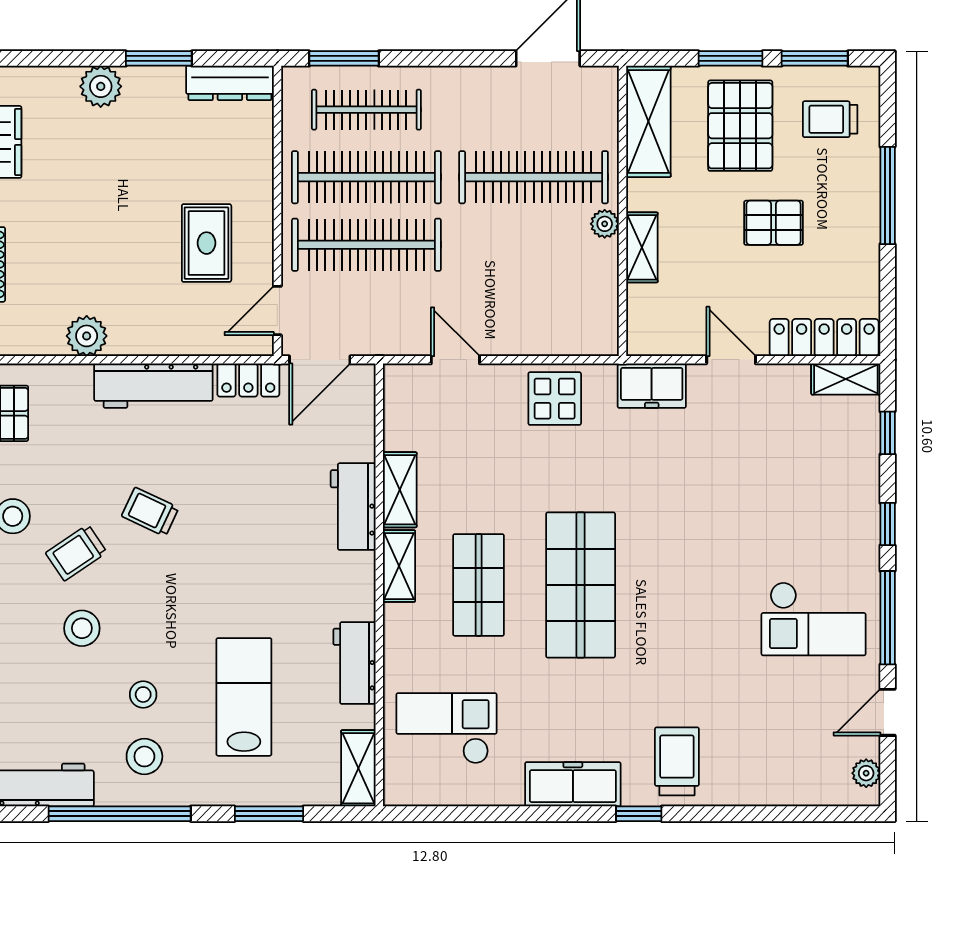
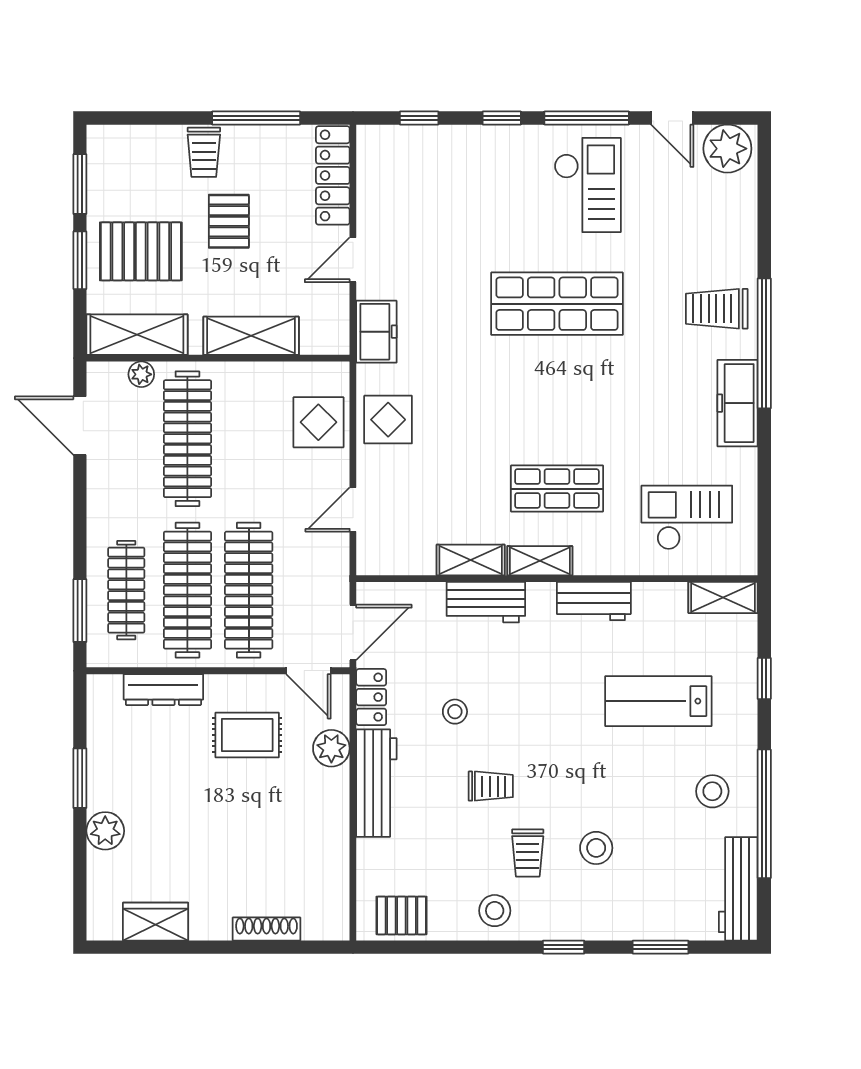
dresser: (230, 83) -> (163, 690), moved, turned 90
trolley: (830, 119) -> (204, 152), moved
window: (888, 195) -> (256, 118), moved
plant: (605, 224) -> (141, 374), moved
shelving: (642, 247) -> (251, 336), width x1.50, depth x1.33
display table: (552, 322) -> (318, 422), added
plant: (87, 336) -> (331, 748), moved
door: (320, 360) -> (353, 632), hinge flipped
shelving: (846, 379) -> (370, 156), removed
trolley: (150, 512) -> (491, 786), turned -115
trolley: (76, 553) -> (528, 853), turned 34
shop shelf: (581, 585) -> (557, 304), moved
workbench: (354, 663) -> (594, 601), moved
stool: (143, 695) -> (455, 712), moved
checkout: (447, 728) -> (687, 518), turned 90
plant: (866, 773) -> (727, 149), width x1.88, depth x1.88
window: (269, 814) -> (764, 678), width x0.67
window: (639, 814) -> (764, 343), width x3.17

